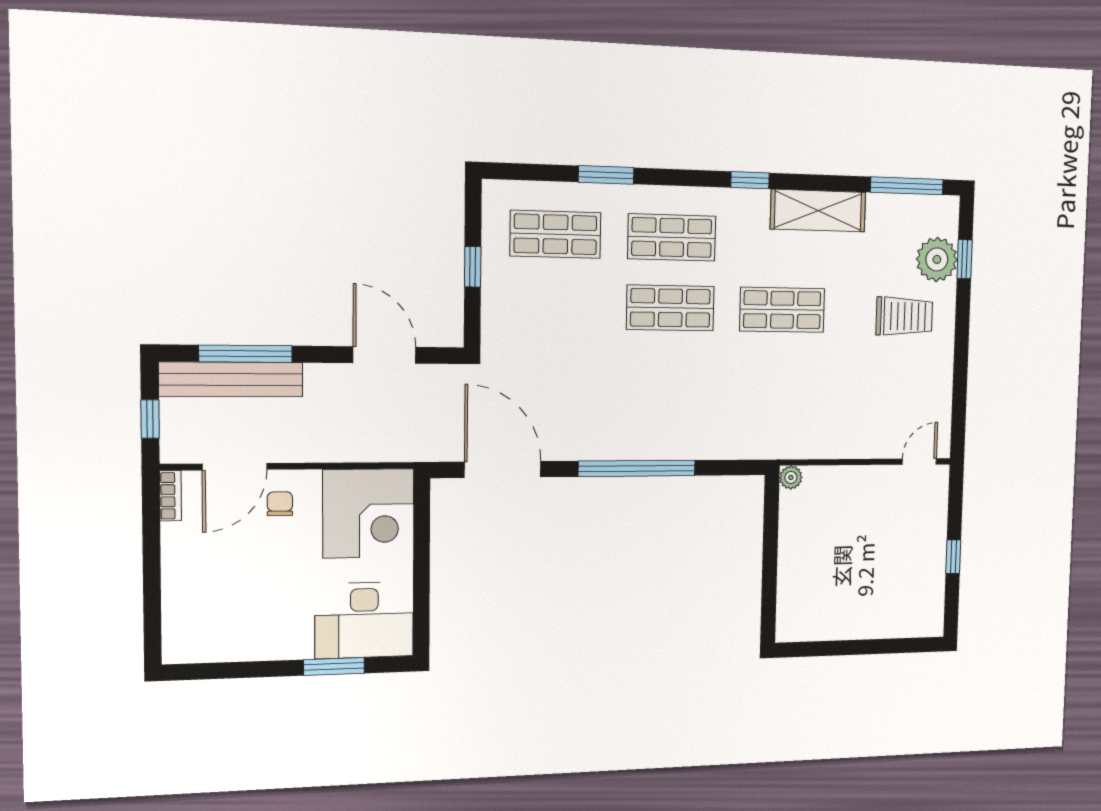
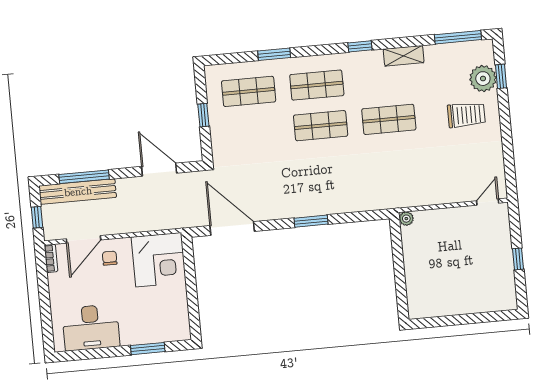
shelving: (818, 211) -> (404, 56), width x0.67, depth x0.75
window: (637, 468) -> (311, 221), width x0.47
desk: (364, 620) -> (91, 327), moved

